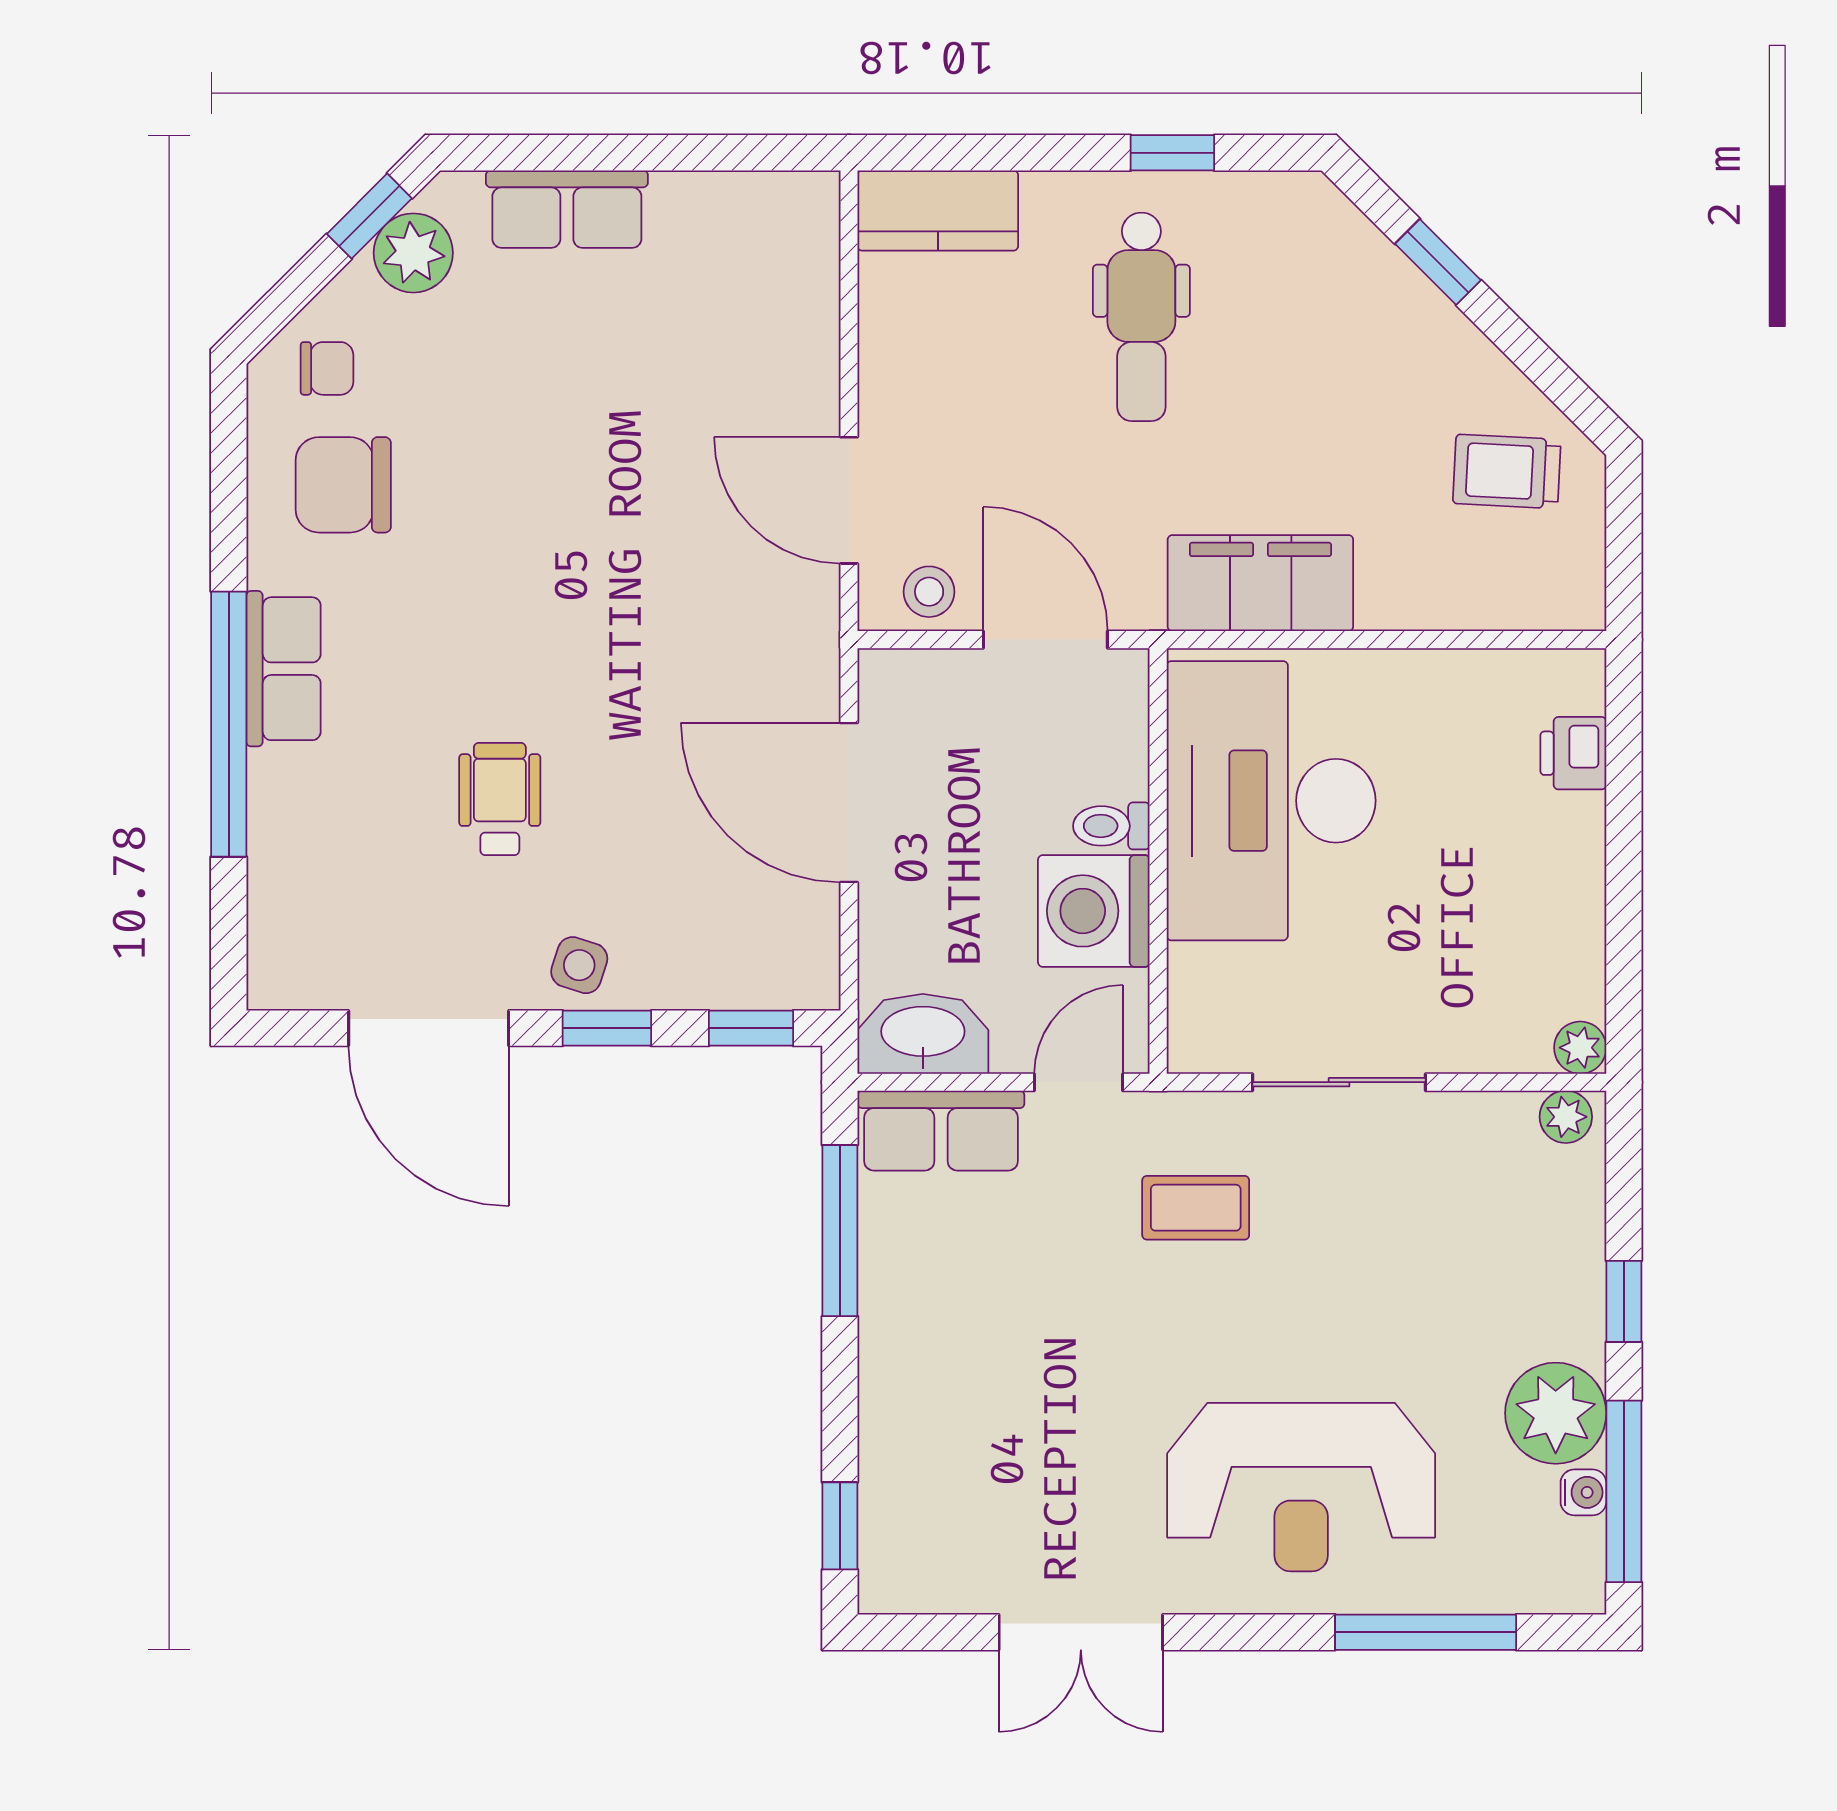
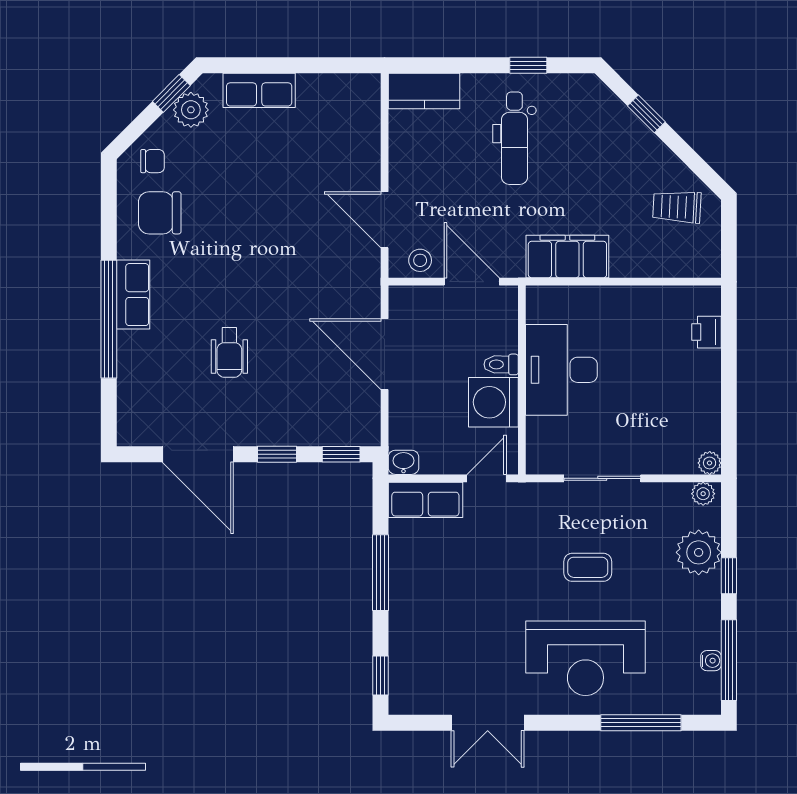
wheelchair: (500, 799) -> (229, 352), turned 180
desk: (1271, 801) -> (561, 370), width x0.73, depth x0.77
side table: (579, 965) -> (265, 426), removed
washbasin: (923, 1034) -> (403, 462), width x0.52, depth x0.69
coffee table: (1196, 1208) -> (588, 567), moved
window: (840, 1231) -> (381, 573), moved
plant: (1556, 1413) -> (699, 552), moved

